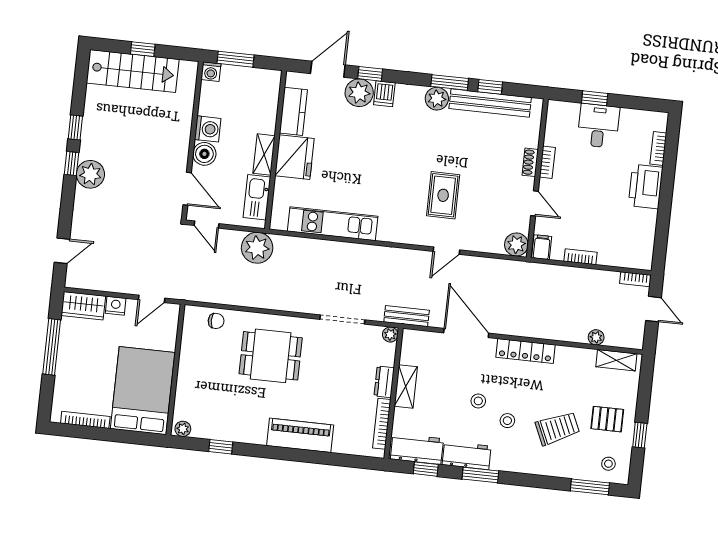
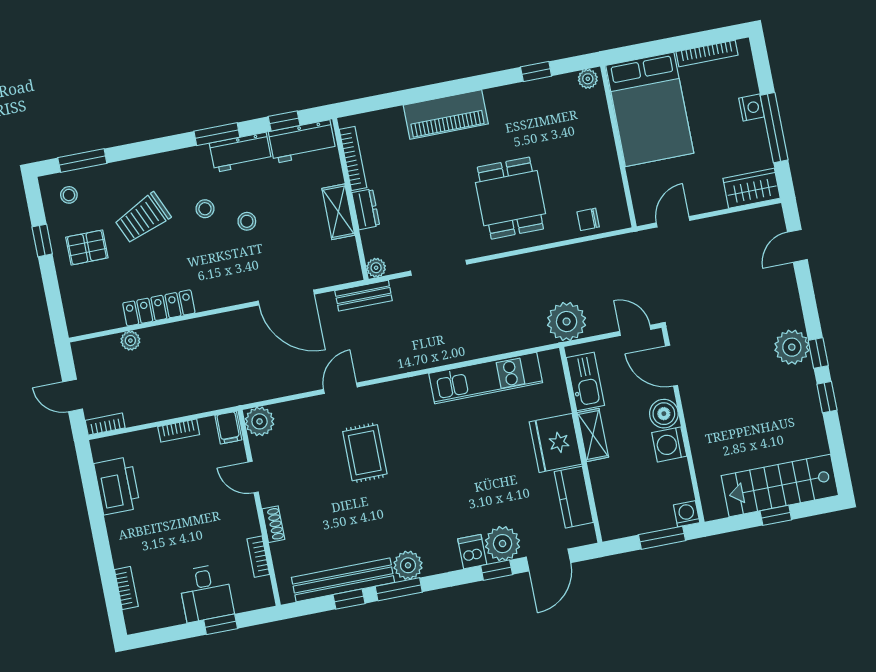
bookcase: (547, 162) -> (258, 557), moved
printer: (646, 186) -> (117, 486), moved
nightstand: (116, 306) -> (752, 108), moved, turned -90
locker: (525, 351) -> (159, 308), moved
dining table: (271, 356) -> (510, 198), turned 90
shelving: (616, 360) -> (98, 321), removed

